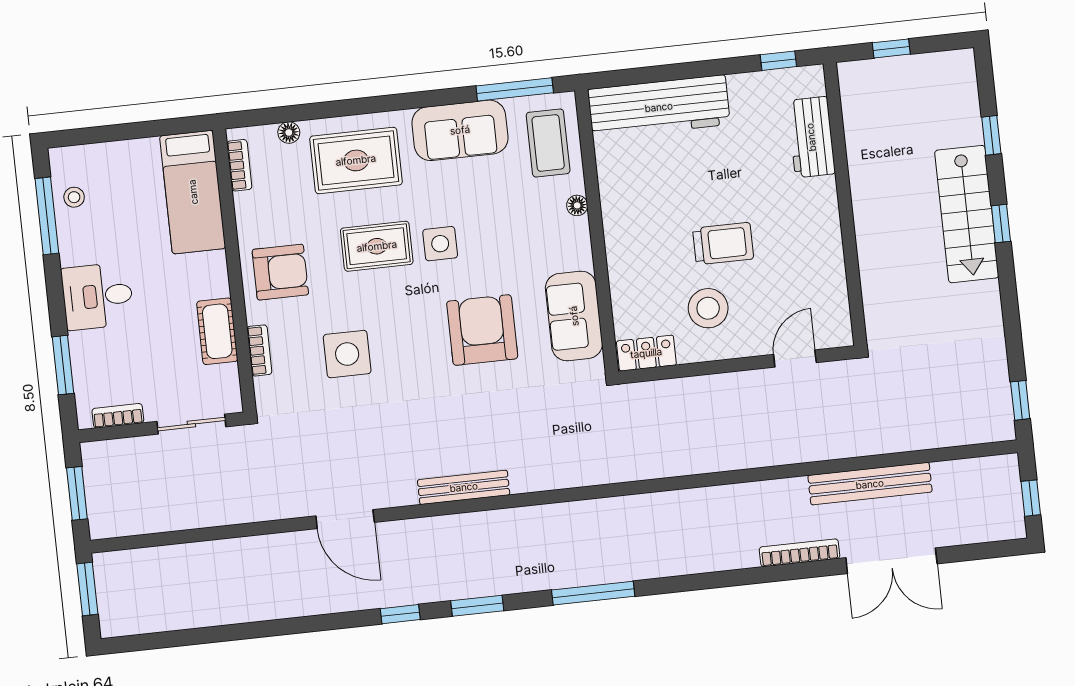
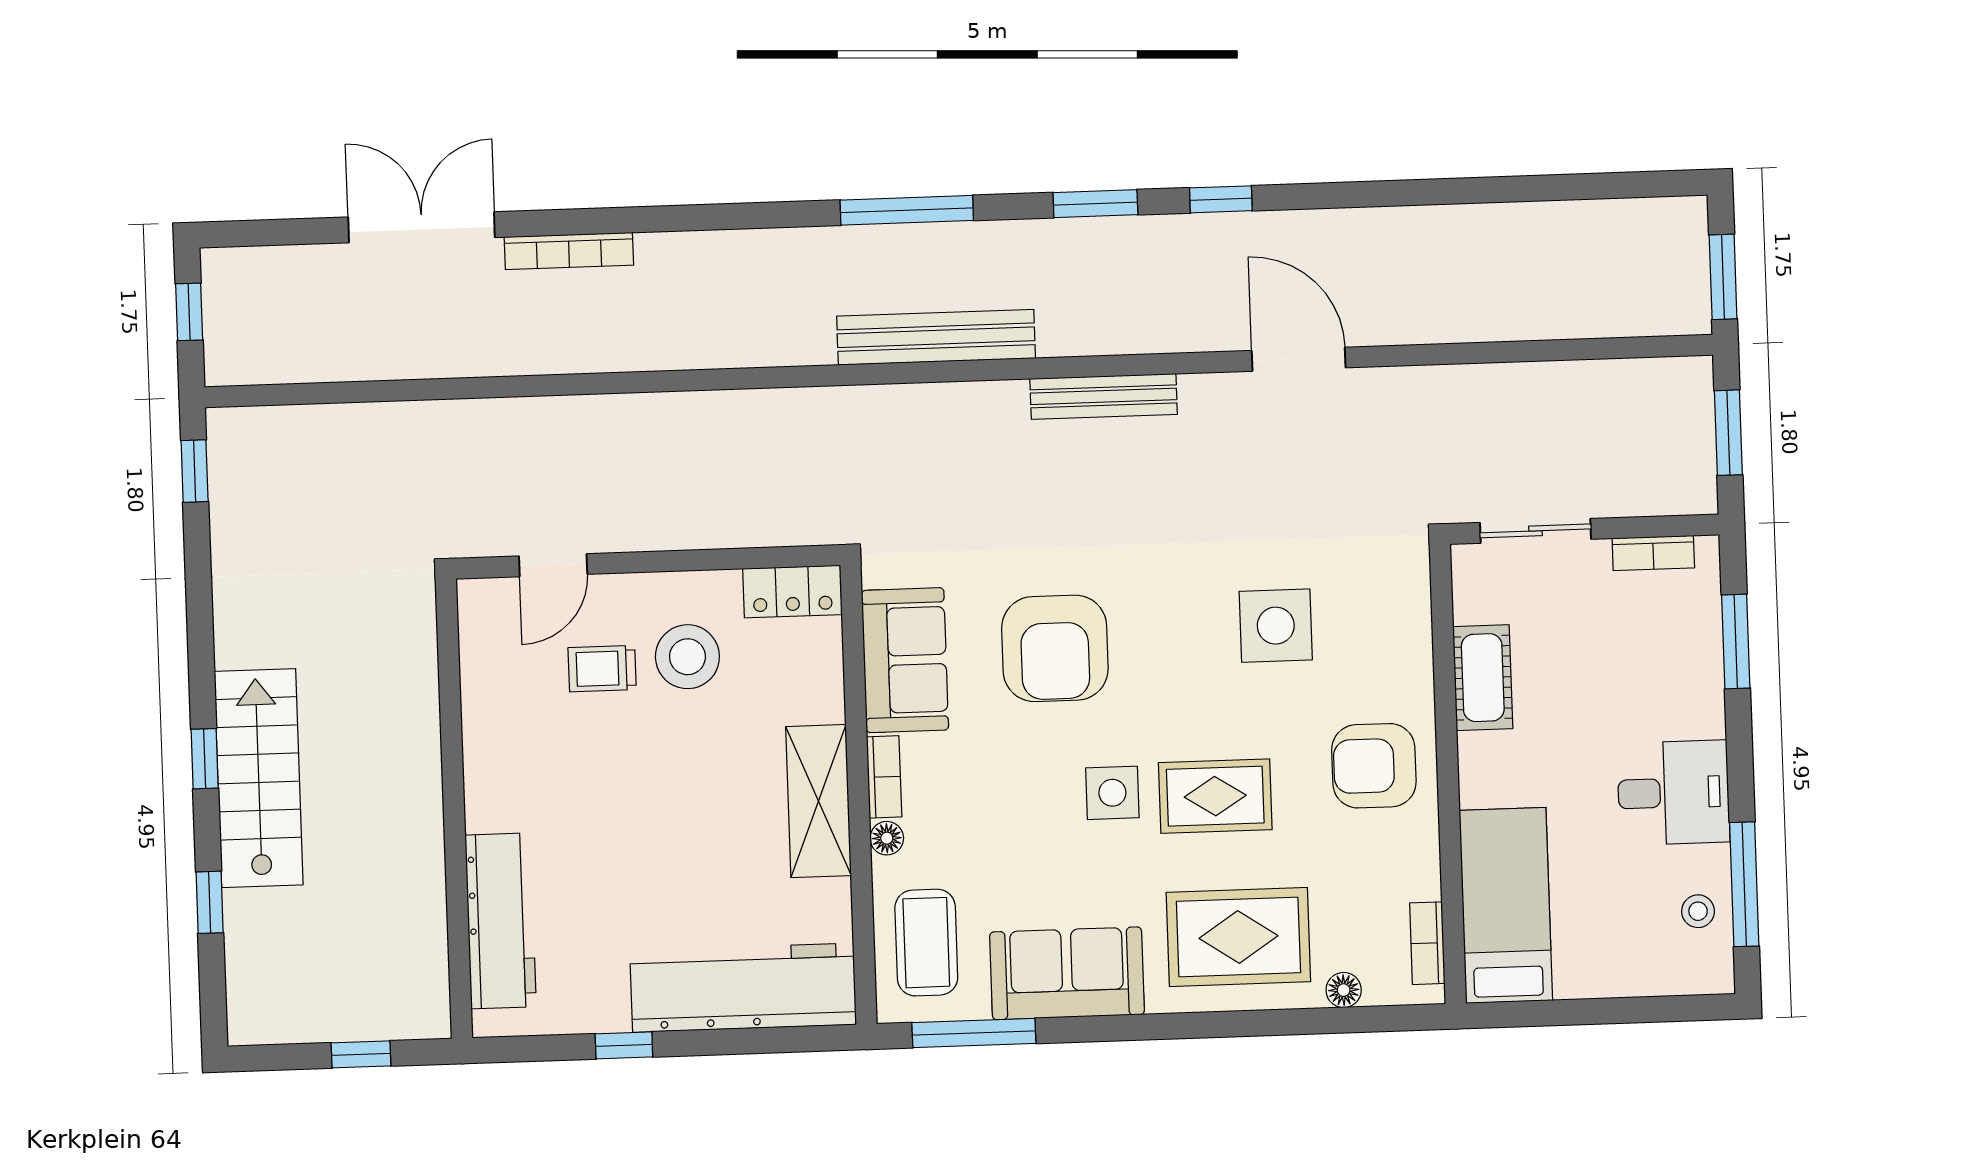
window: (778, 61) -> (624, 1045), moved
workbench: (811, 137) -> (501, 921), width x1.38
shelving: (621, 225) -> (818, 801), added
trolley: (723, 244) -> (602, 669), moved, width x0.73, depth x0.72
desk: (98, 296) -> (1673, 793), moved
bookcase: (259, 350) -> (884, 777), moved, turned 180
bench: (870, 484) -> (936, 337), moved

